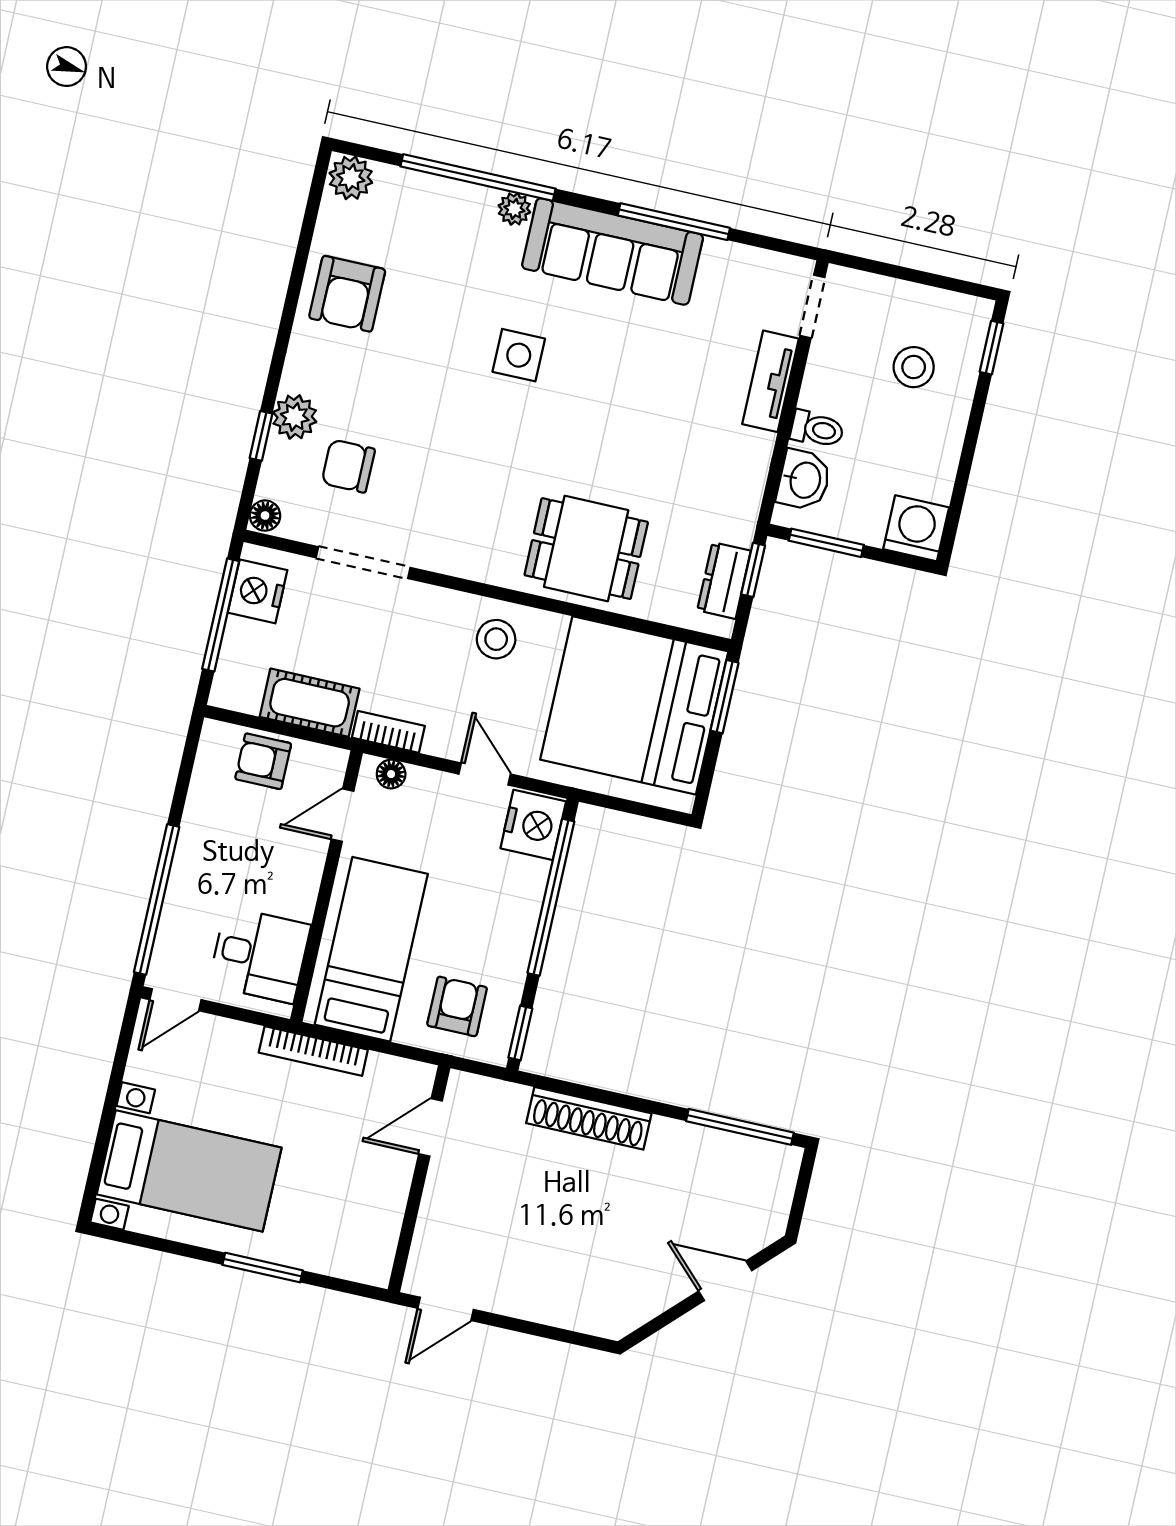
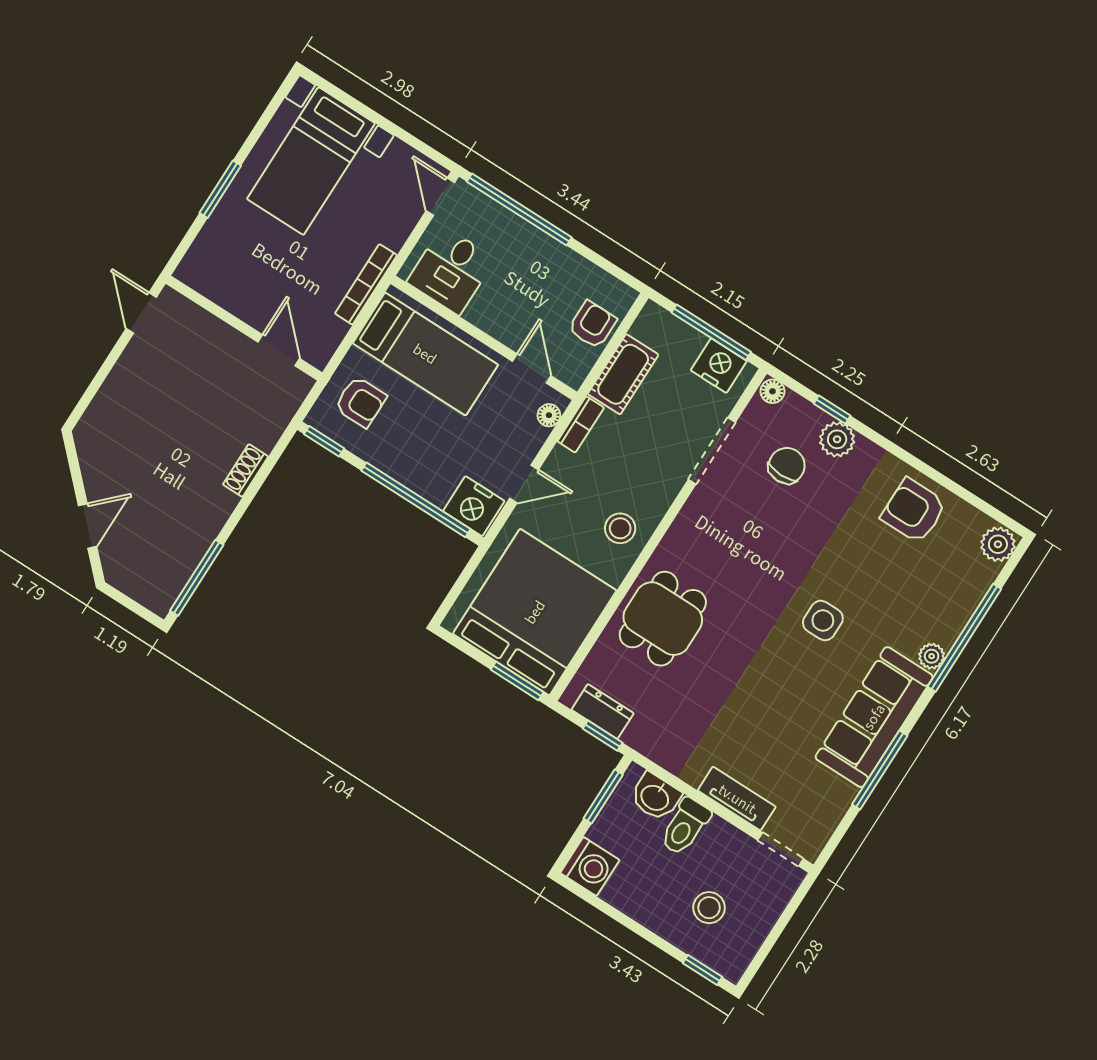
toilet: (817, 429) -> (685, 827), width x1.37, depth x1.39
shoe rack: (589, 1118) -> (246, 470), width x0.51, depth x0.81

